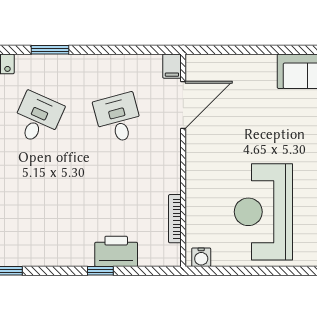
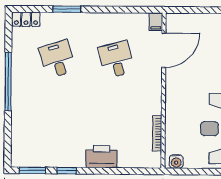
desk: (37, 118) -> (57, 59), turned -42
printer: (116, 251) -> (102, 157), moved
window: (100, 271) -> (67, 171), moved

